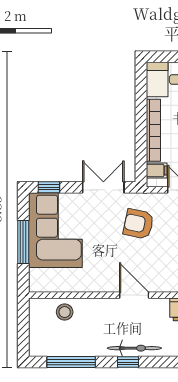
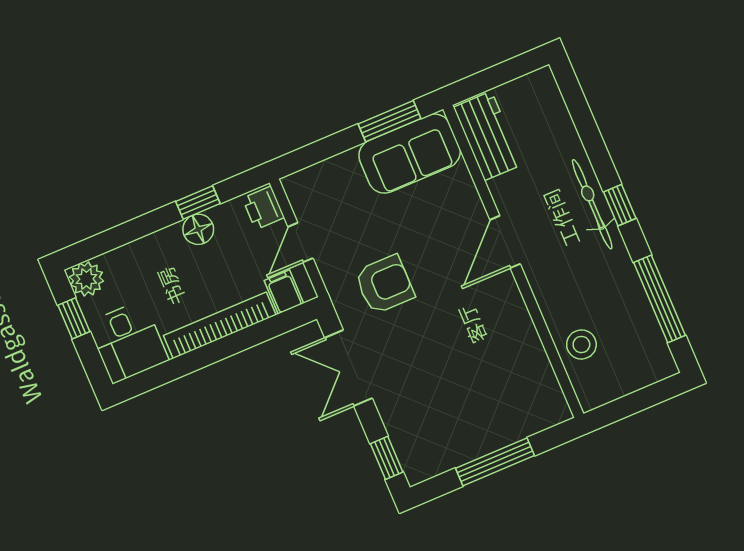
armchair: (138, 224) -> (384, 284), turned -102
corner sofa: (55, 230) -> (453, 417), removed

